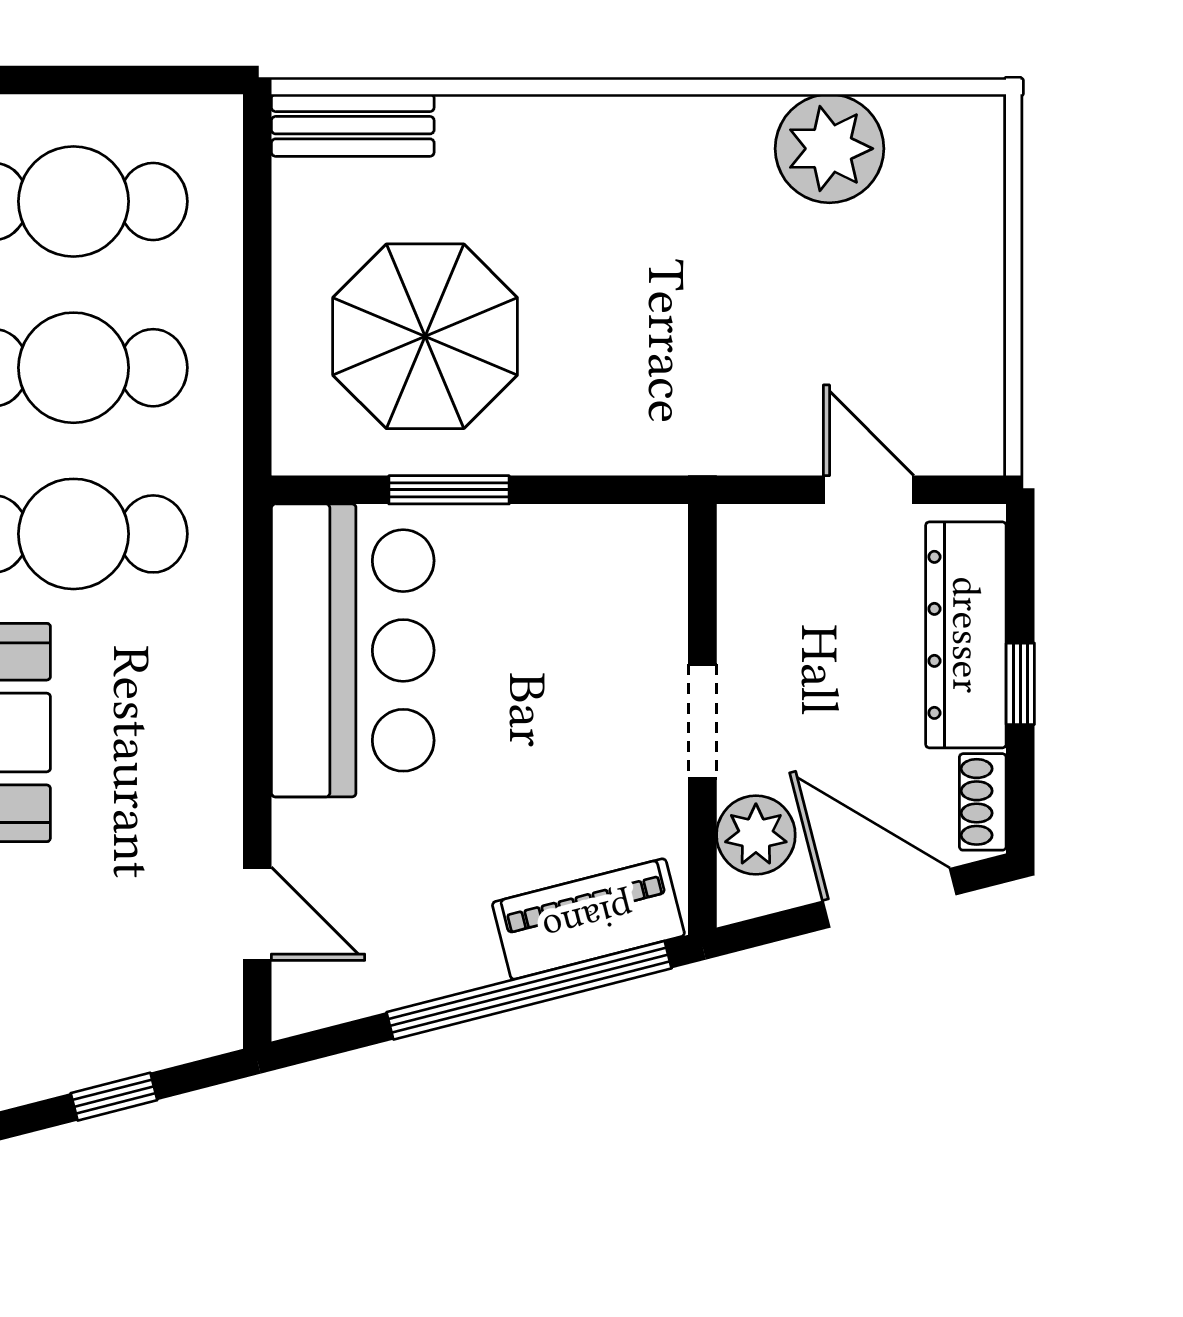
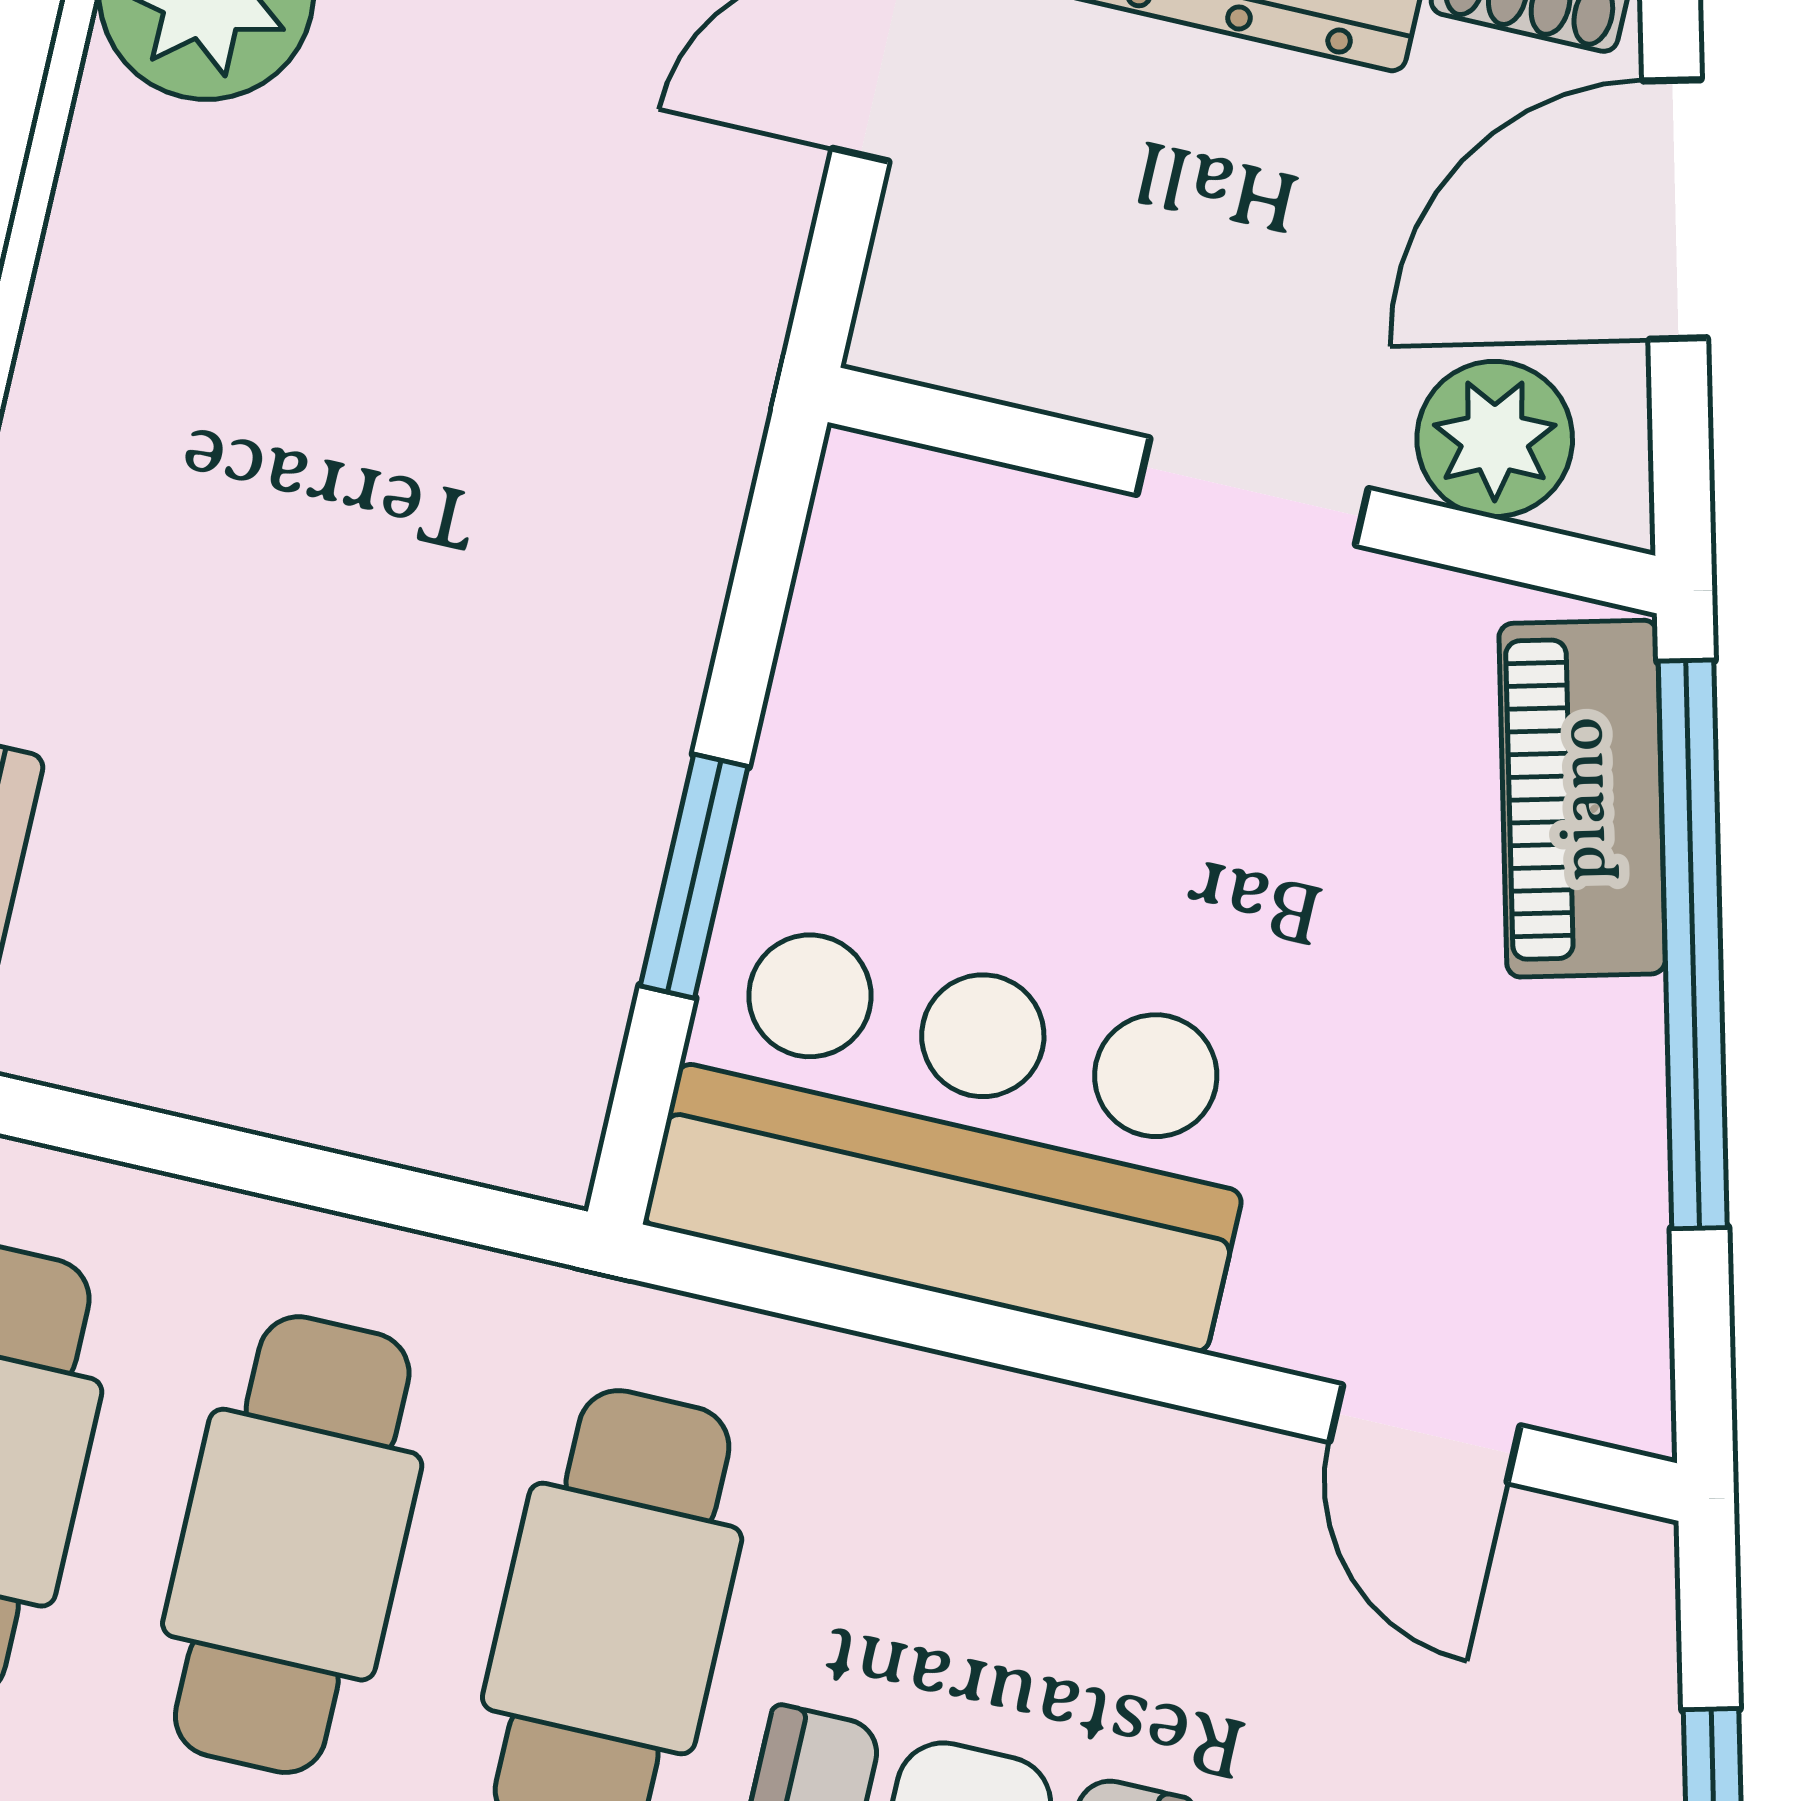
parasol: (425, 336) -> (388, 854), removed
door: (257, 914) -> (1425, 1434), swing flipped

